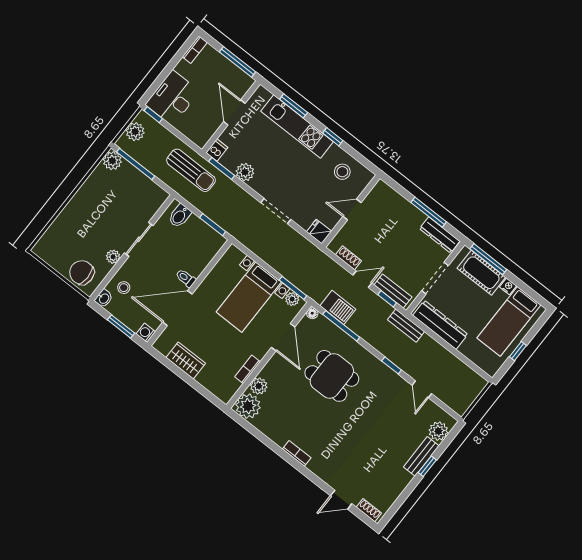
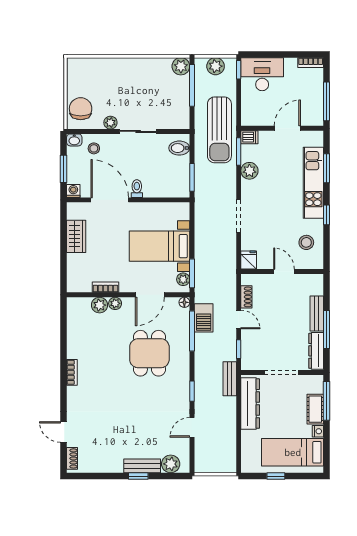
sun lounger: (191, 170) -> (219, 130), width x1.36, depth x1.34
cot: (481, 273) -> (315, 409), width x0.73, depth x0.75
bench: (393, 291) -> (317, 313), moved
plant: (248, 406) -> (115, 303), moved, width x0.53, depth x0.53

